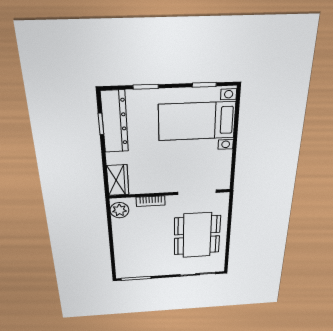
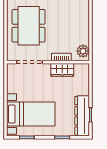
wardrobe: (118, 180) -> (62, 70), moved, turned -90

